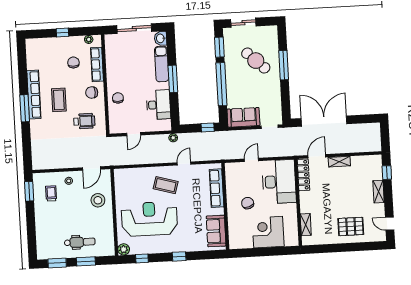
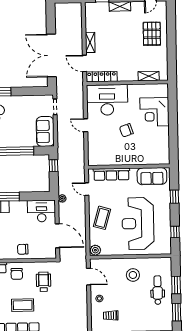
desk: (159, 105) -> (42, 211), moved
door: (134, 134) -> (57, 236), width x1.88
coffee table: (166, 185) -> (102, 218), moved
row of seats: (217, 188) -> (111, 174), moved
stool: (98, 200) -> (133, 275), moved
wall: (225, 206) -> (129, 167), moved
sofa: (216, 231) -> (152, 176), moved
plant: (124, 249) -> (95, 250), moved

